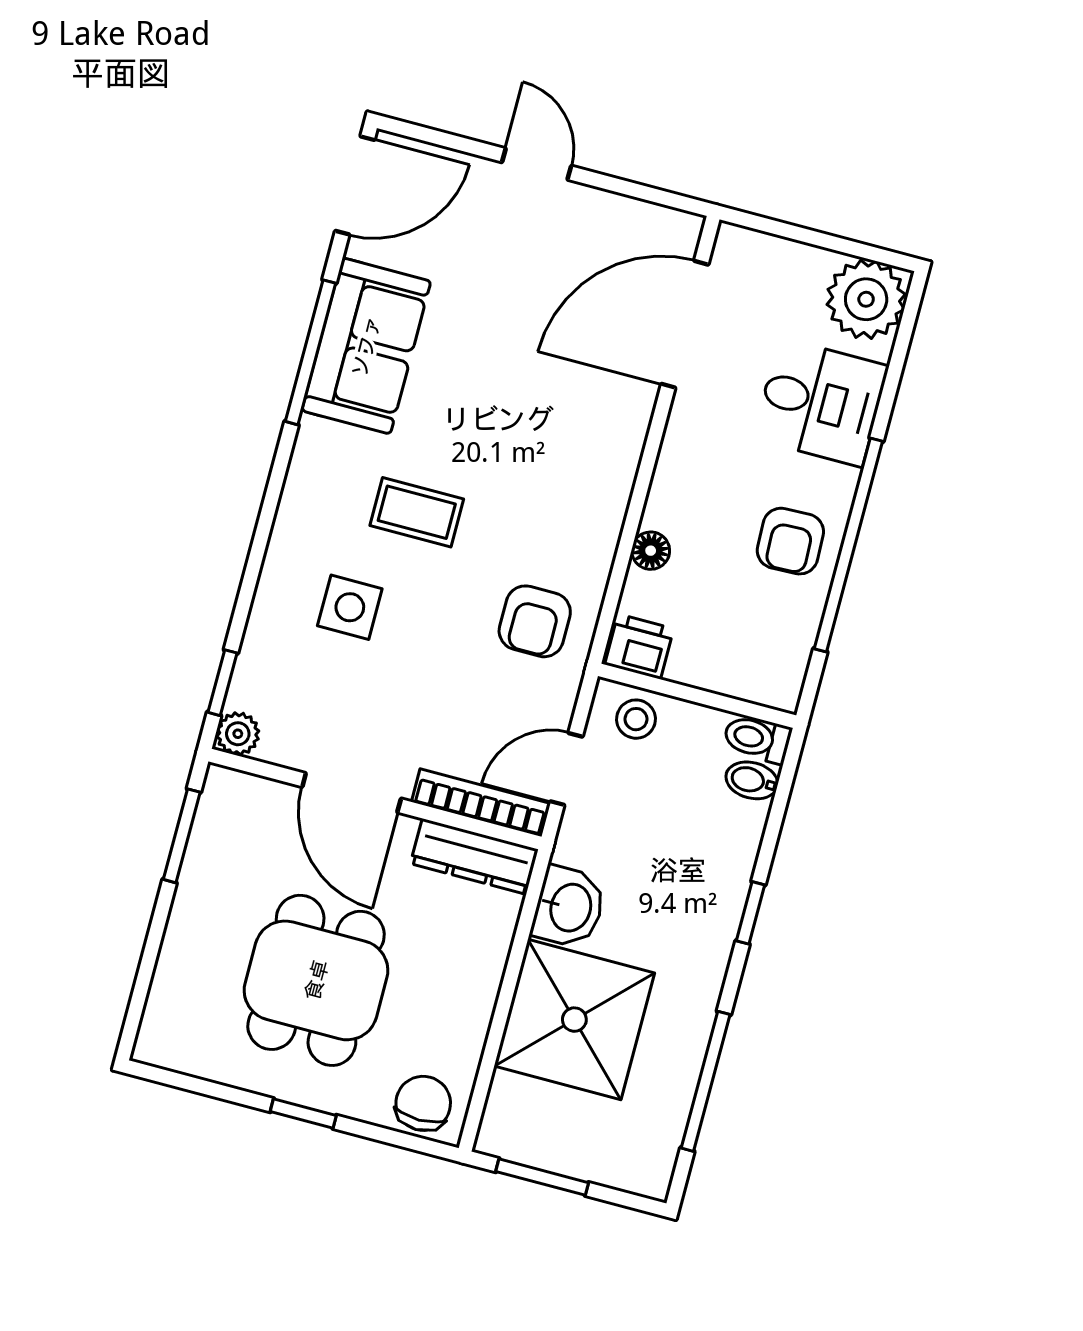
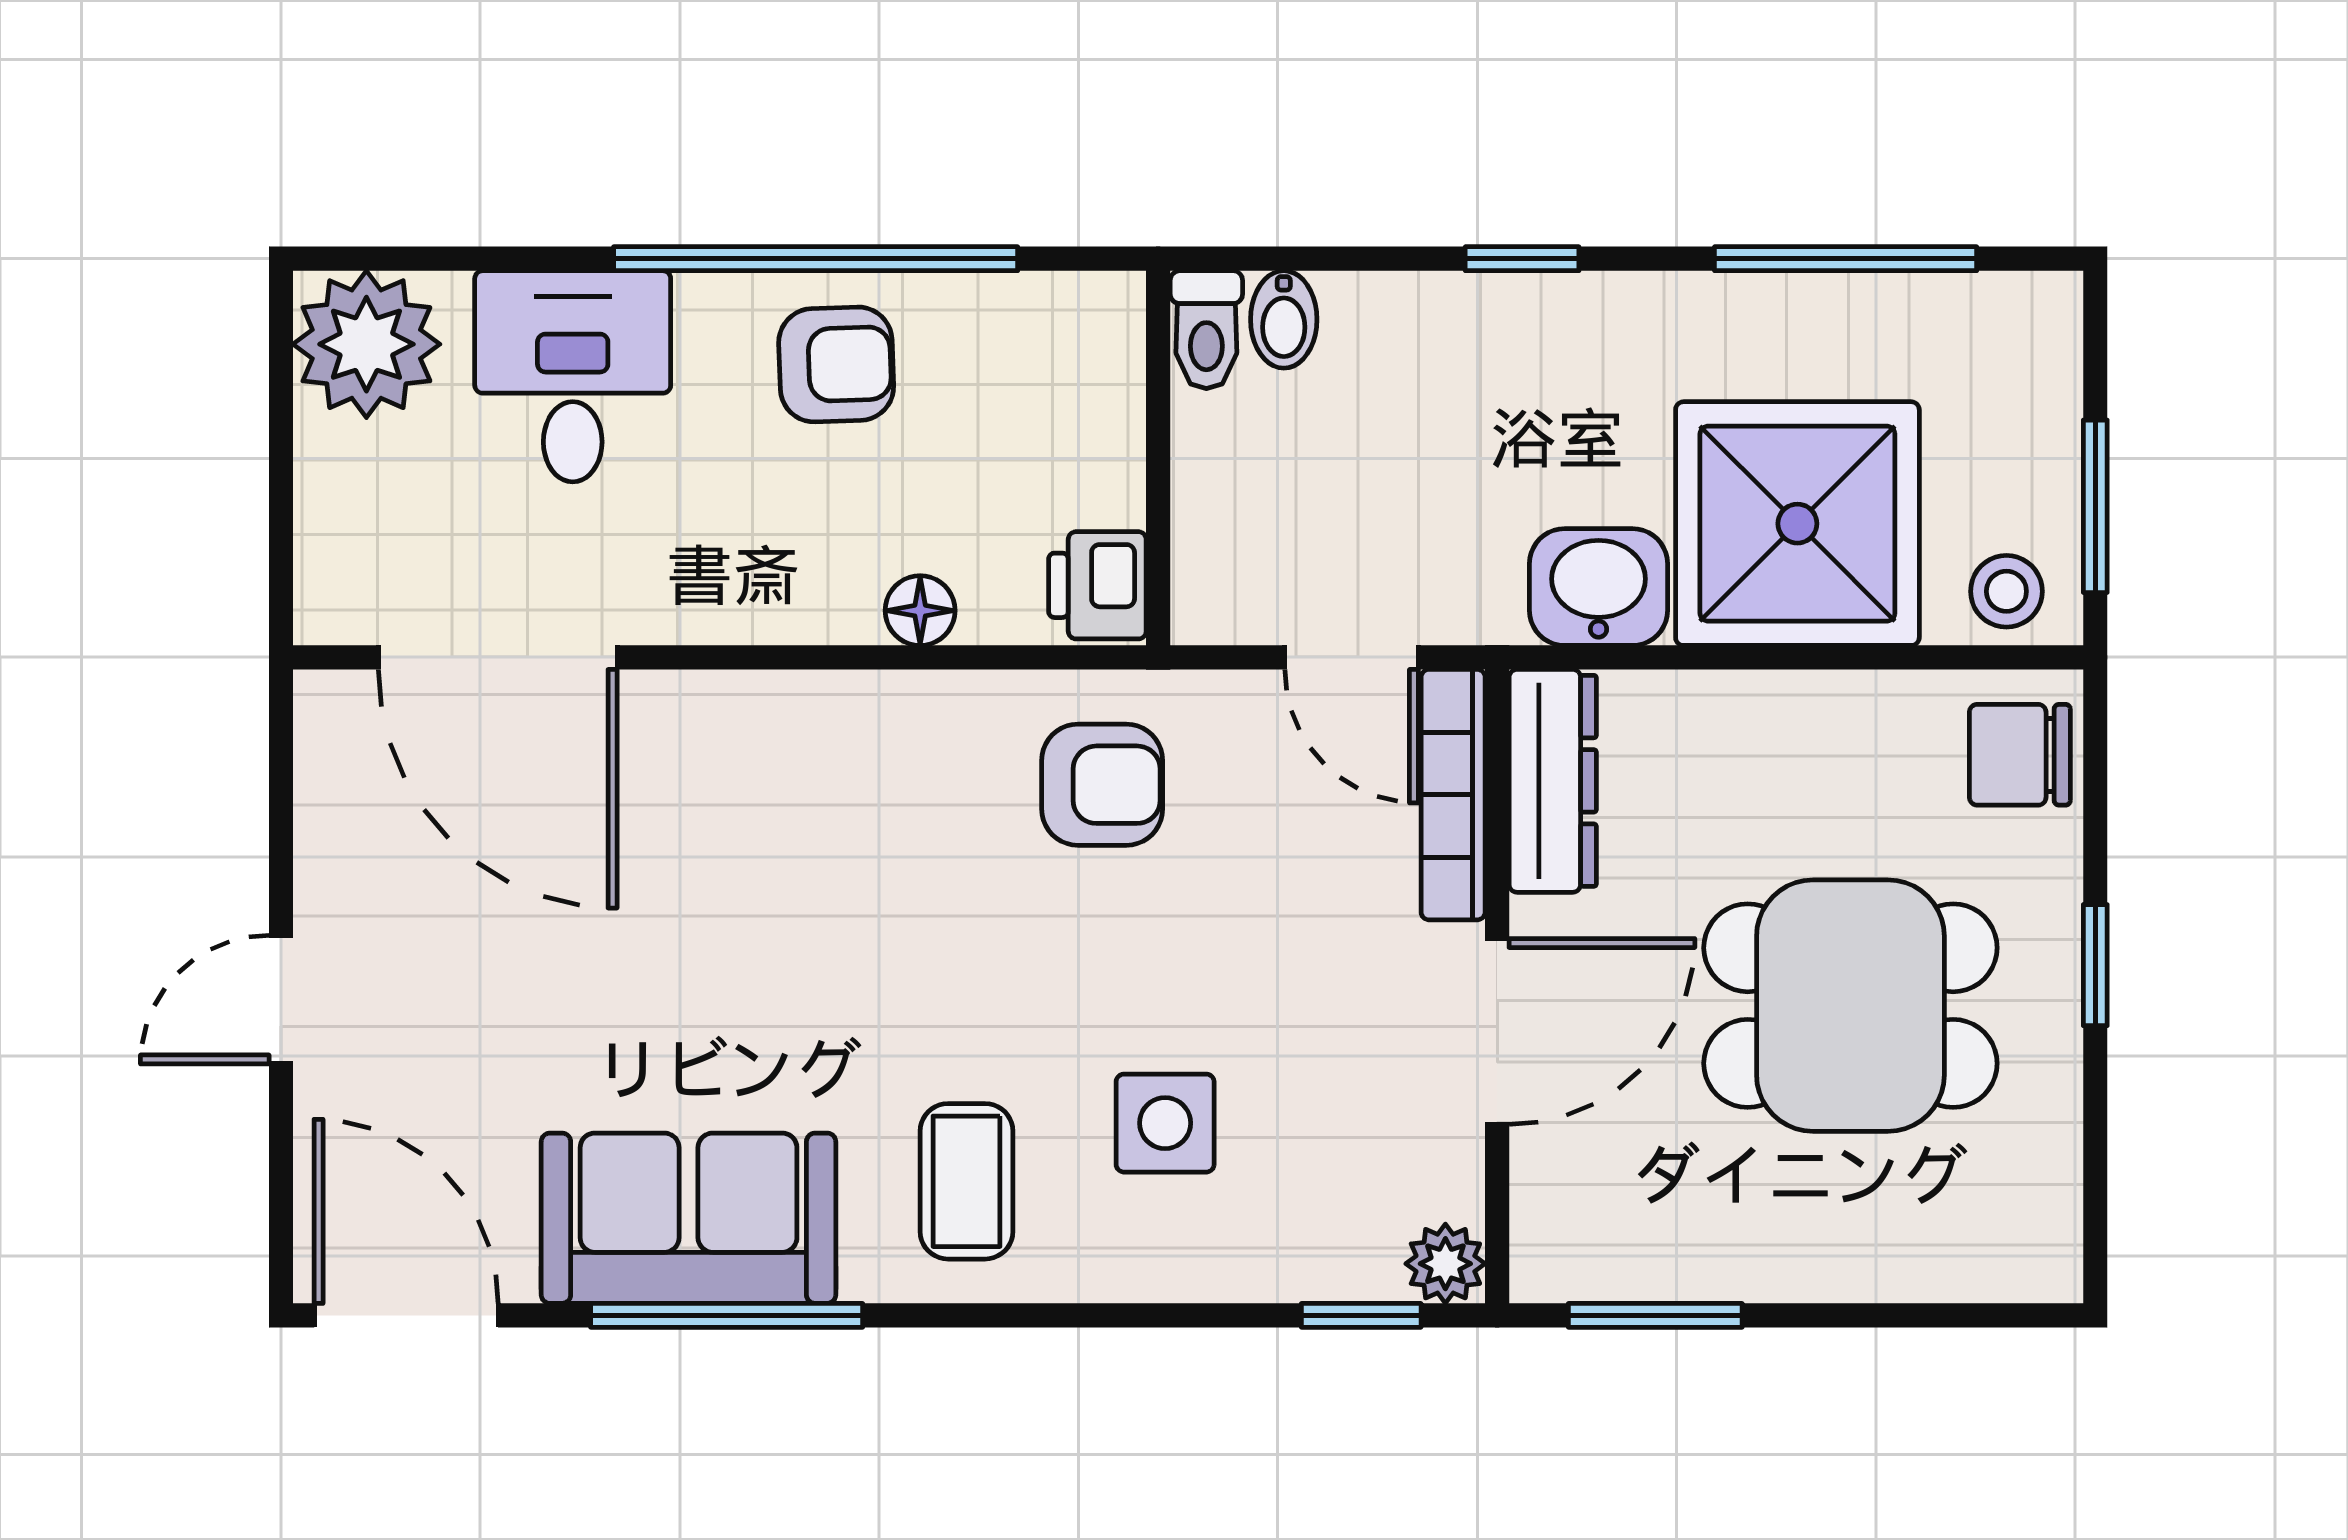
coffee table: (417, 512) -> (967, 1181), moved
stool: (636, 719) -> (2006, 591), moved

